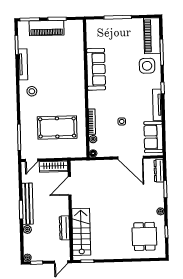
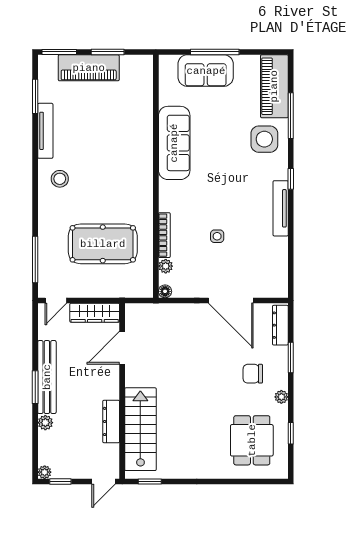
sofa: (153, 137) -> (206, 71), moved, turned -90
chair: (144, 199) -> (253, 374), added

